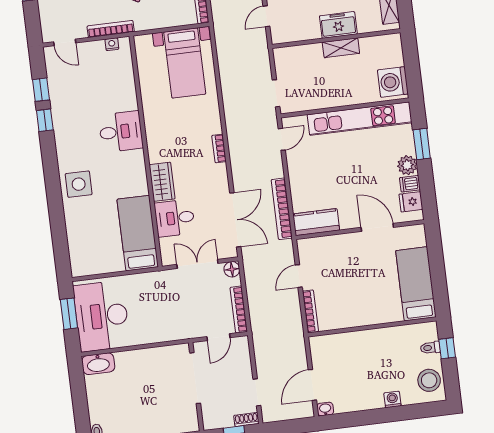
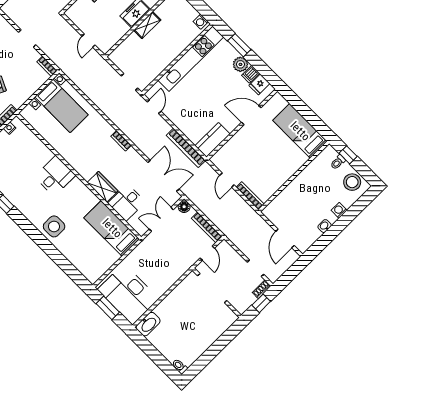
washing machine: (393, 82) -> (201, 22), width x0.53, depth x0.53
washbasin: (325, 409) -> (325, 226), moved

